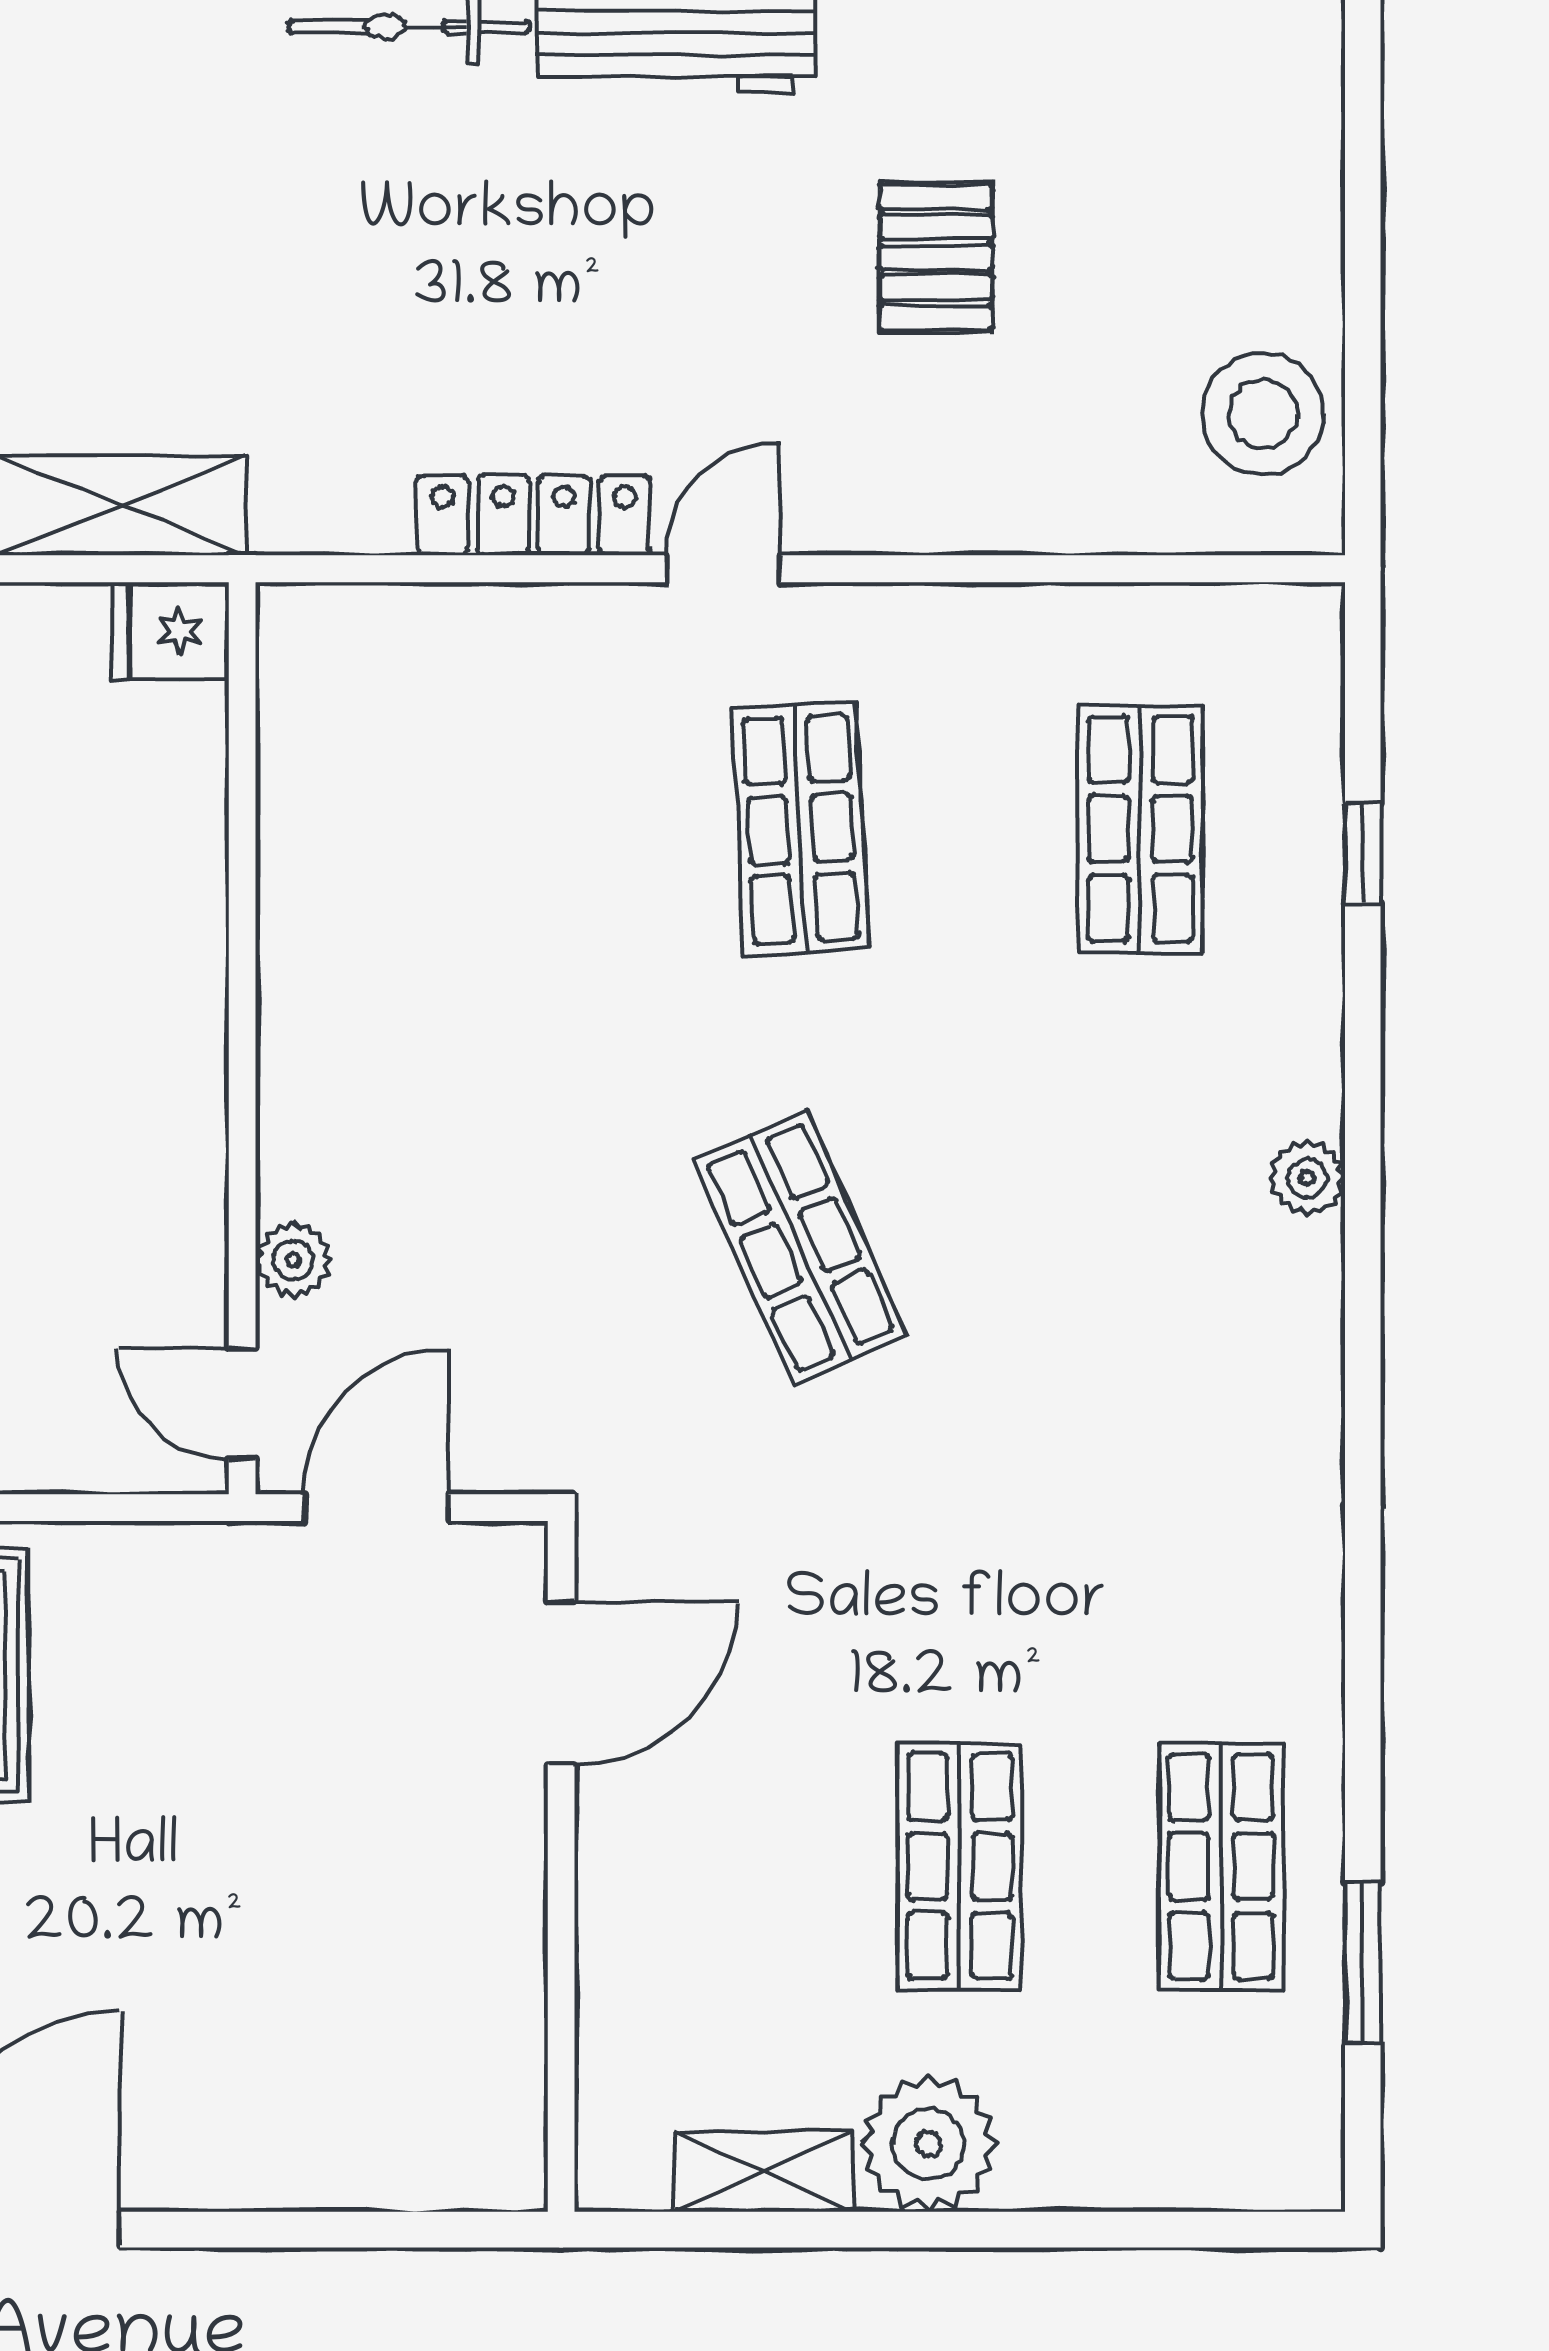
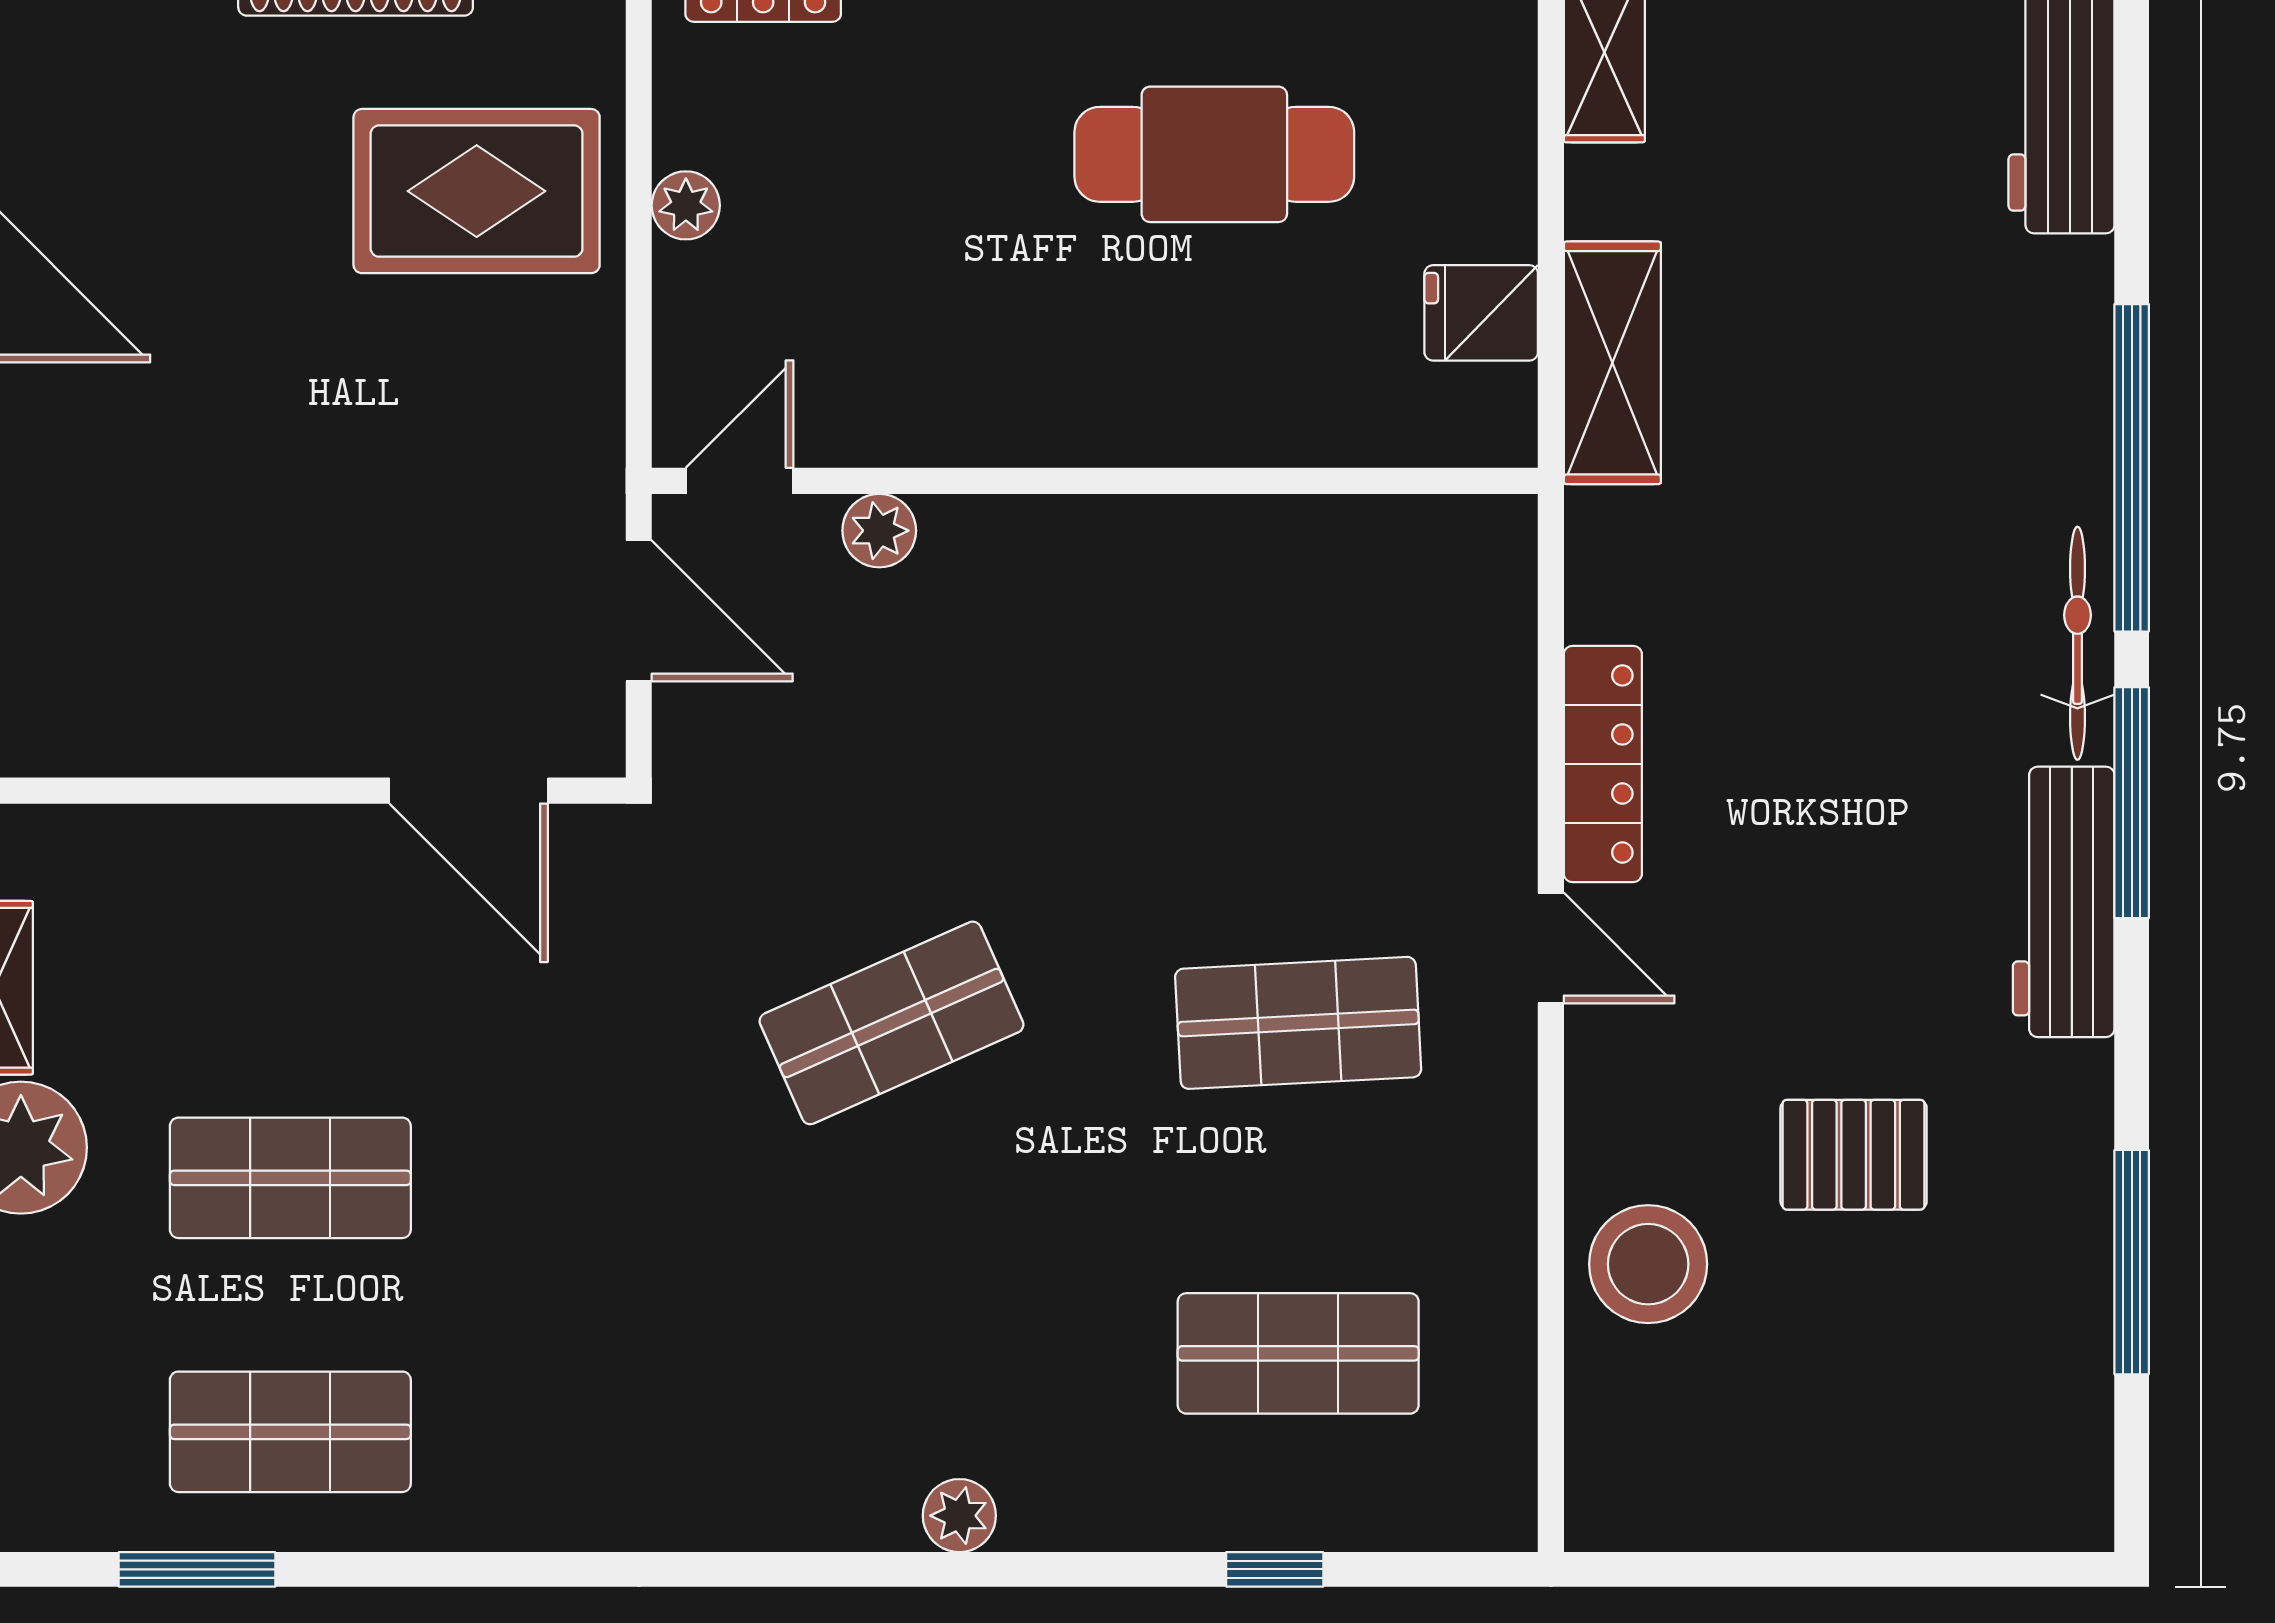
stool: (1263, 414) -> (1648, 1264), moved
fridge: (170, 631) -> (1481, 313), moved, turned -90

